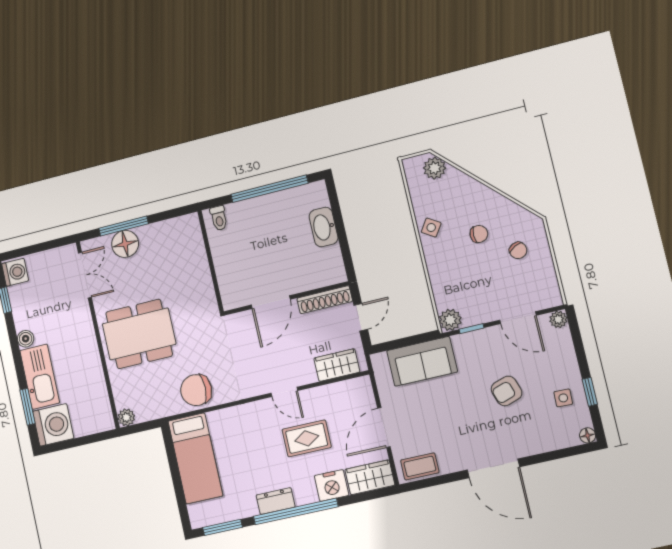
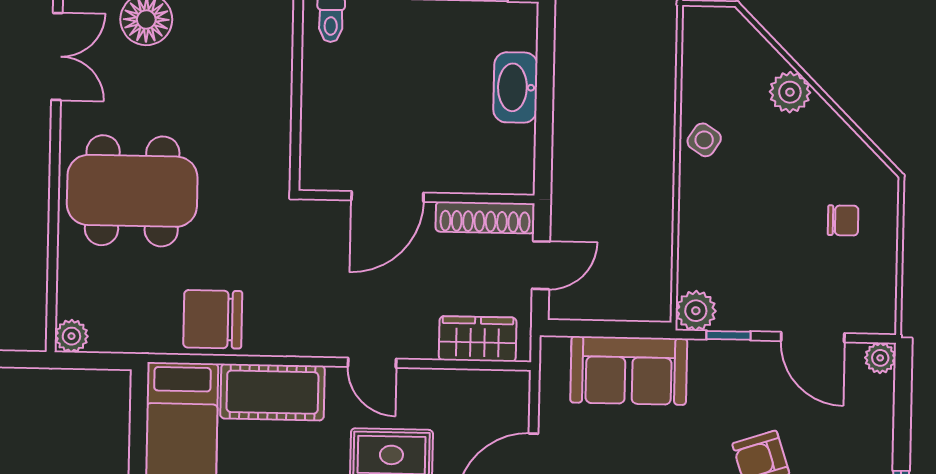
plant: (434, 168) -> (790, 92), moved
chair: (479, 234) -> (783, 174), removed
chair: (518, 250) -> (843, 220), turned -62
cot: (236, 421) -> (272, 392), added

